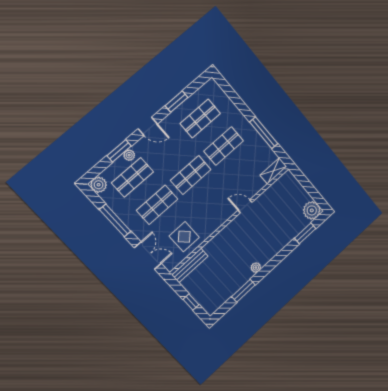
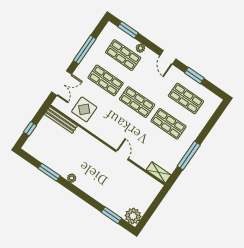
window: (119, 151) -> (128, 30), moved
plant: (99, 185) -> (110, 30), removed

